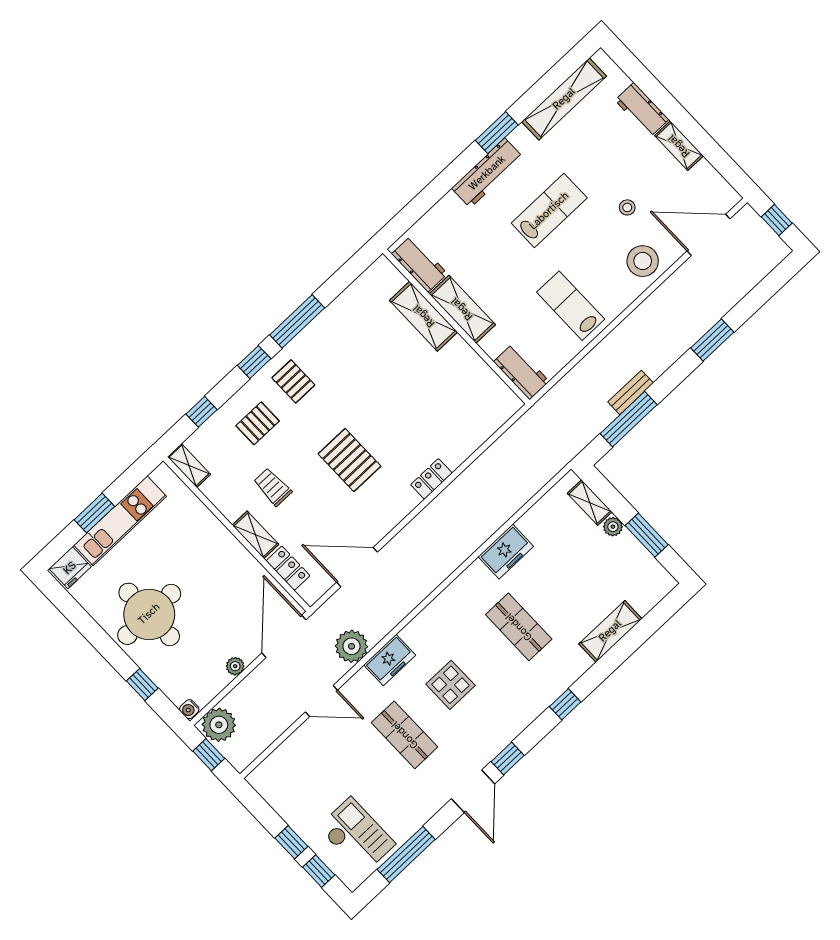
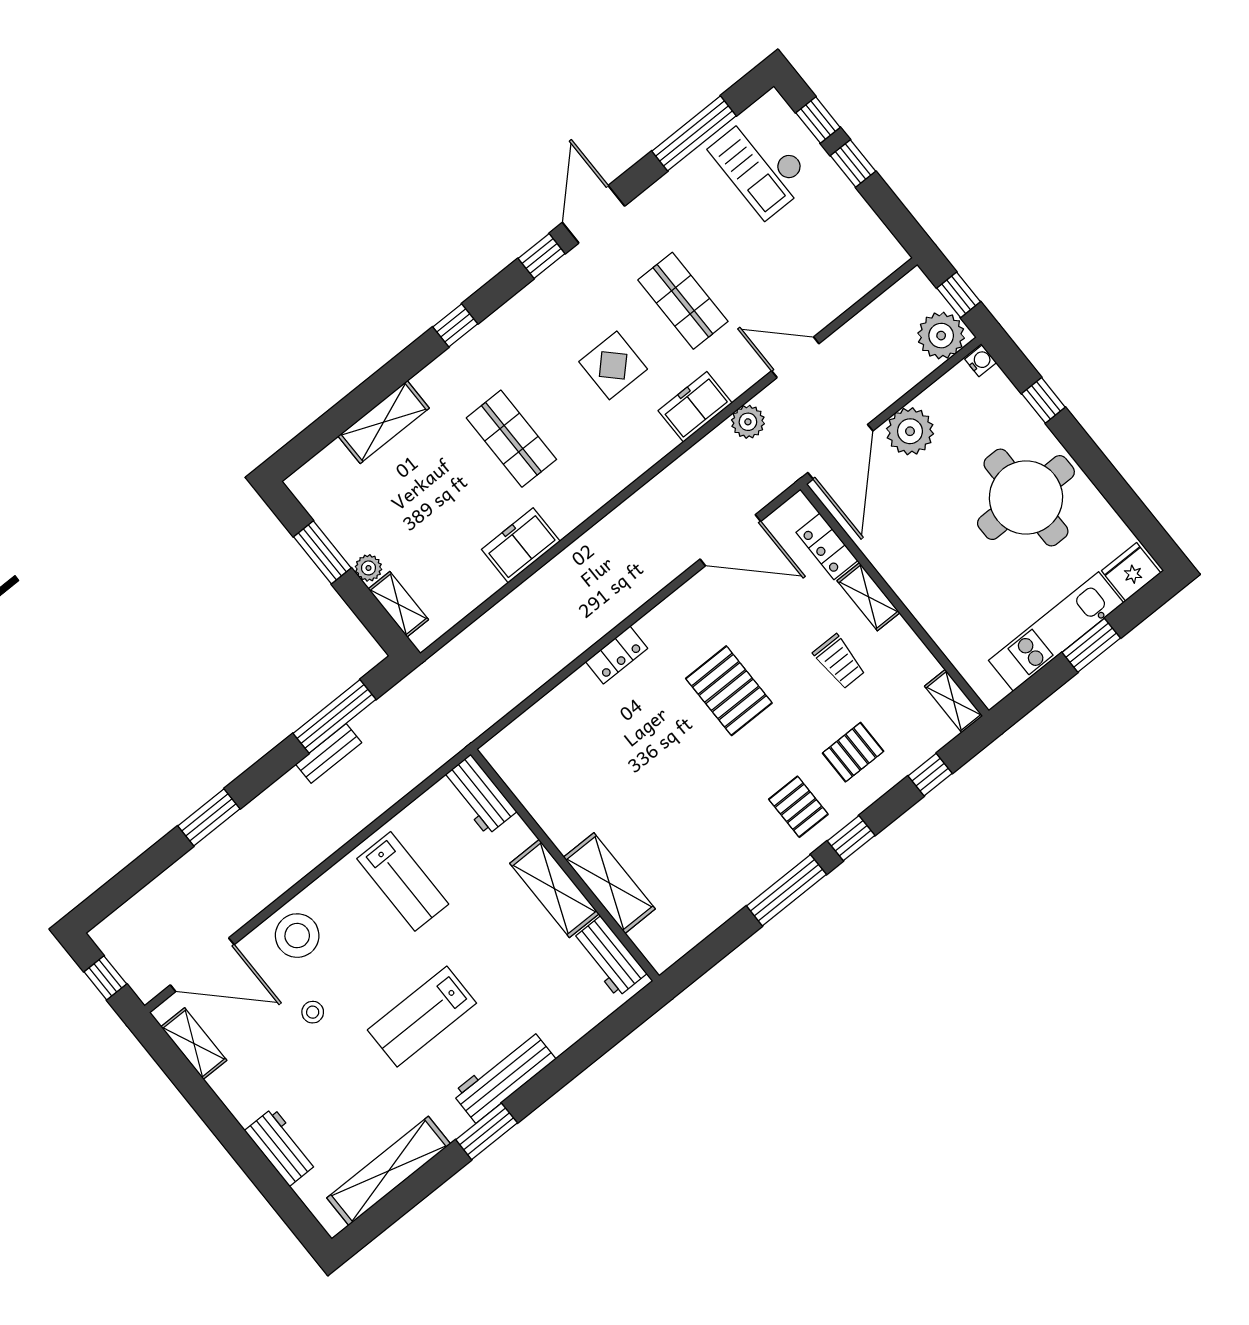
shelving: (679, 146) -> (194, 1043), moved
plant: (351, 646) -> (748, 422), width x0.73, depth x0.73
plant: (235, 666) -> (910, 431), width x1.87, depth x1.87

